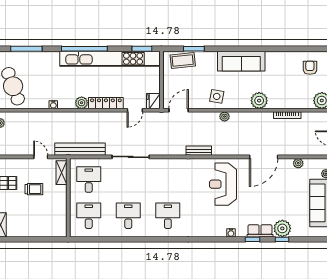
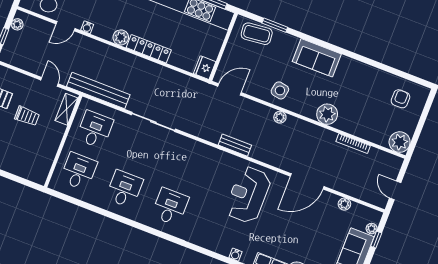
sofa: (241, 61) -> (317, 58), width x0.73
door: (135, 110) -> (66, 26), moved

